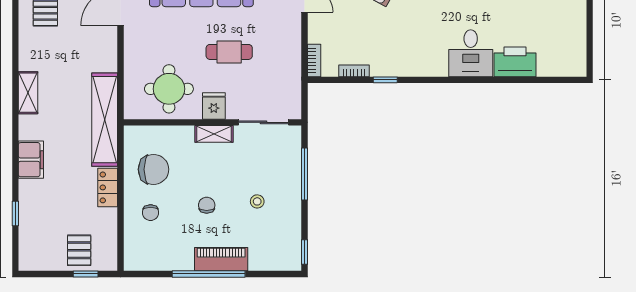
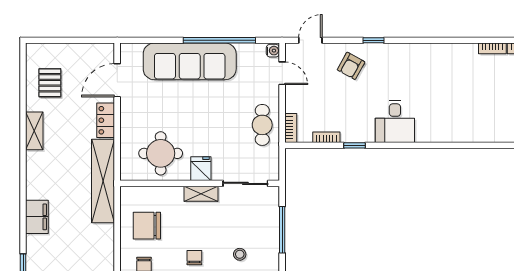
cafe table: (229, 52) -> (262, 125), moved, turned 90
desk: (471, 53) -> (395, 121), moved
printer: (515, 62) -> (471, 129), removed
shelving: (28, 93) -> (34, 131), moved
chair: (154, 169) -> (147, 226), turned 180
locker: (108, 187) -> (106, 120), moved

